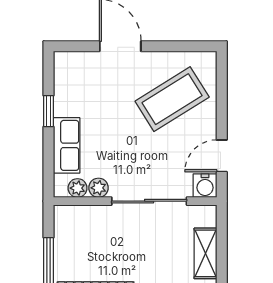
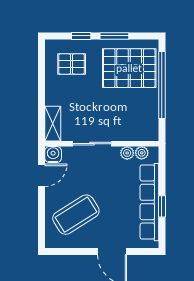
row of seats: (67, 145) -> (149, 202), width x2.02
sliding door: (149, 201) -> (92, 144), width x0.73
shelving: (206, 253) -> (53, 124), moved

